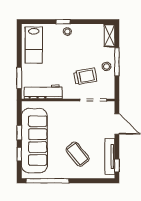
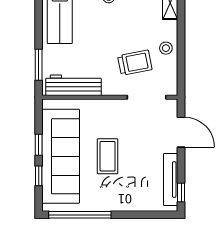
window: (117, 62) -> (181, 41), removed
coffee table: (78, 154) -> (108, 156), moved, turned 39

